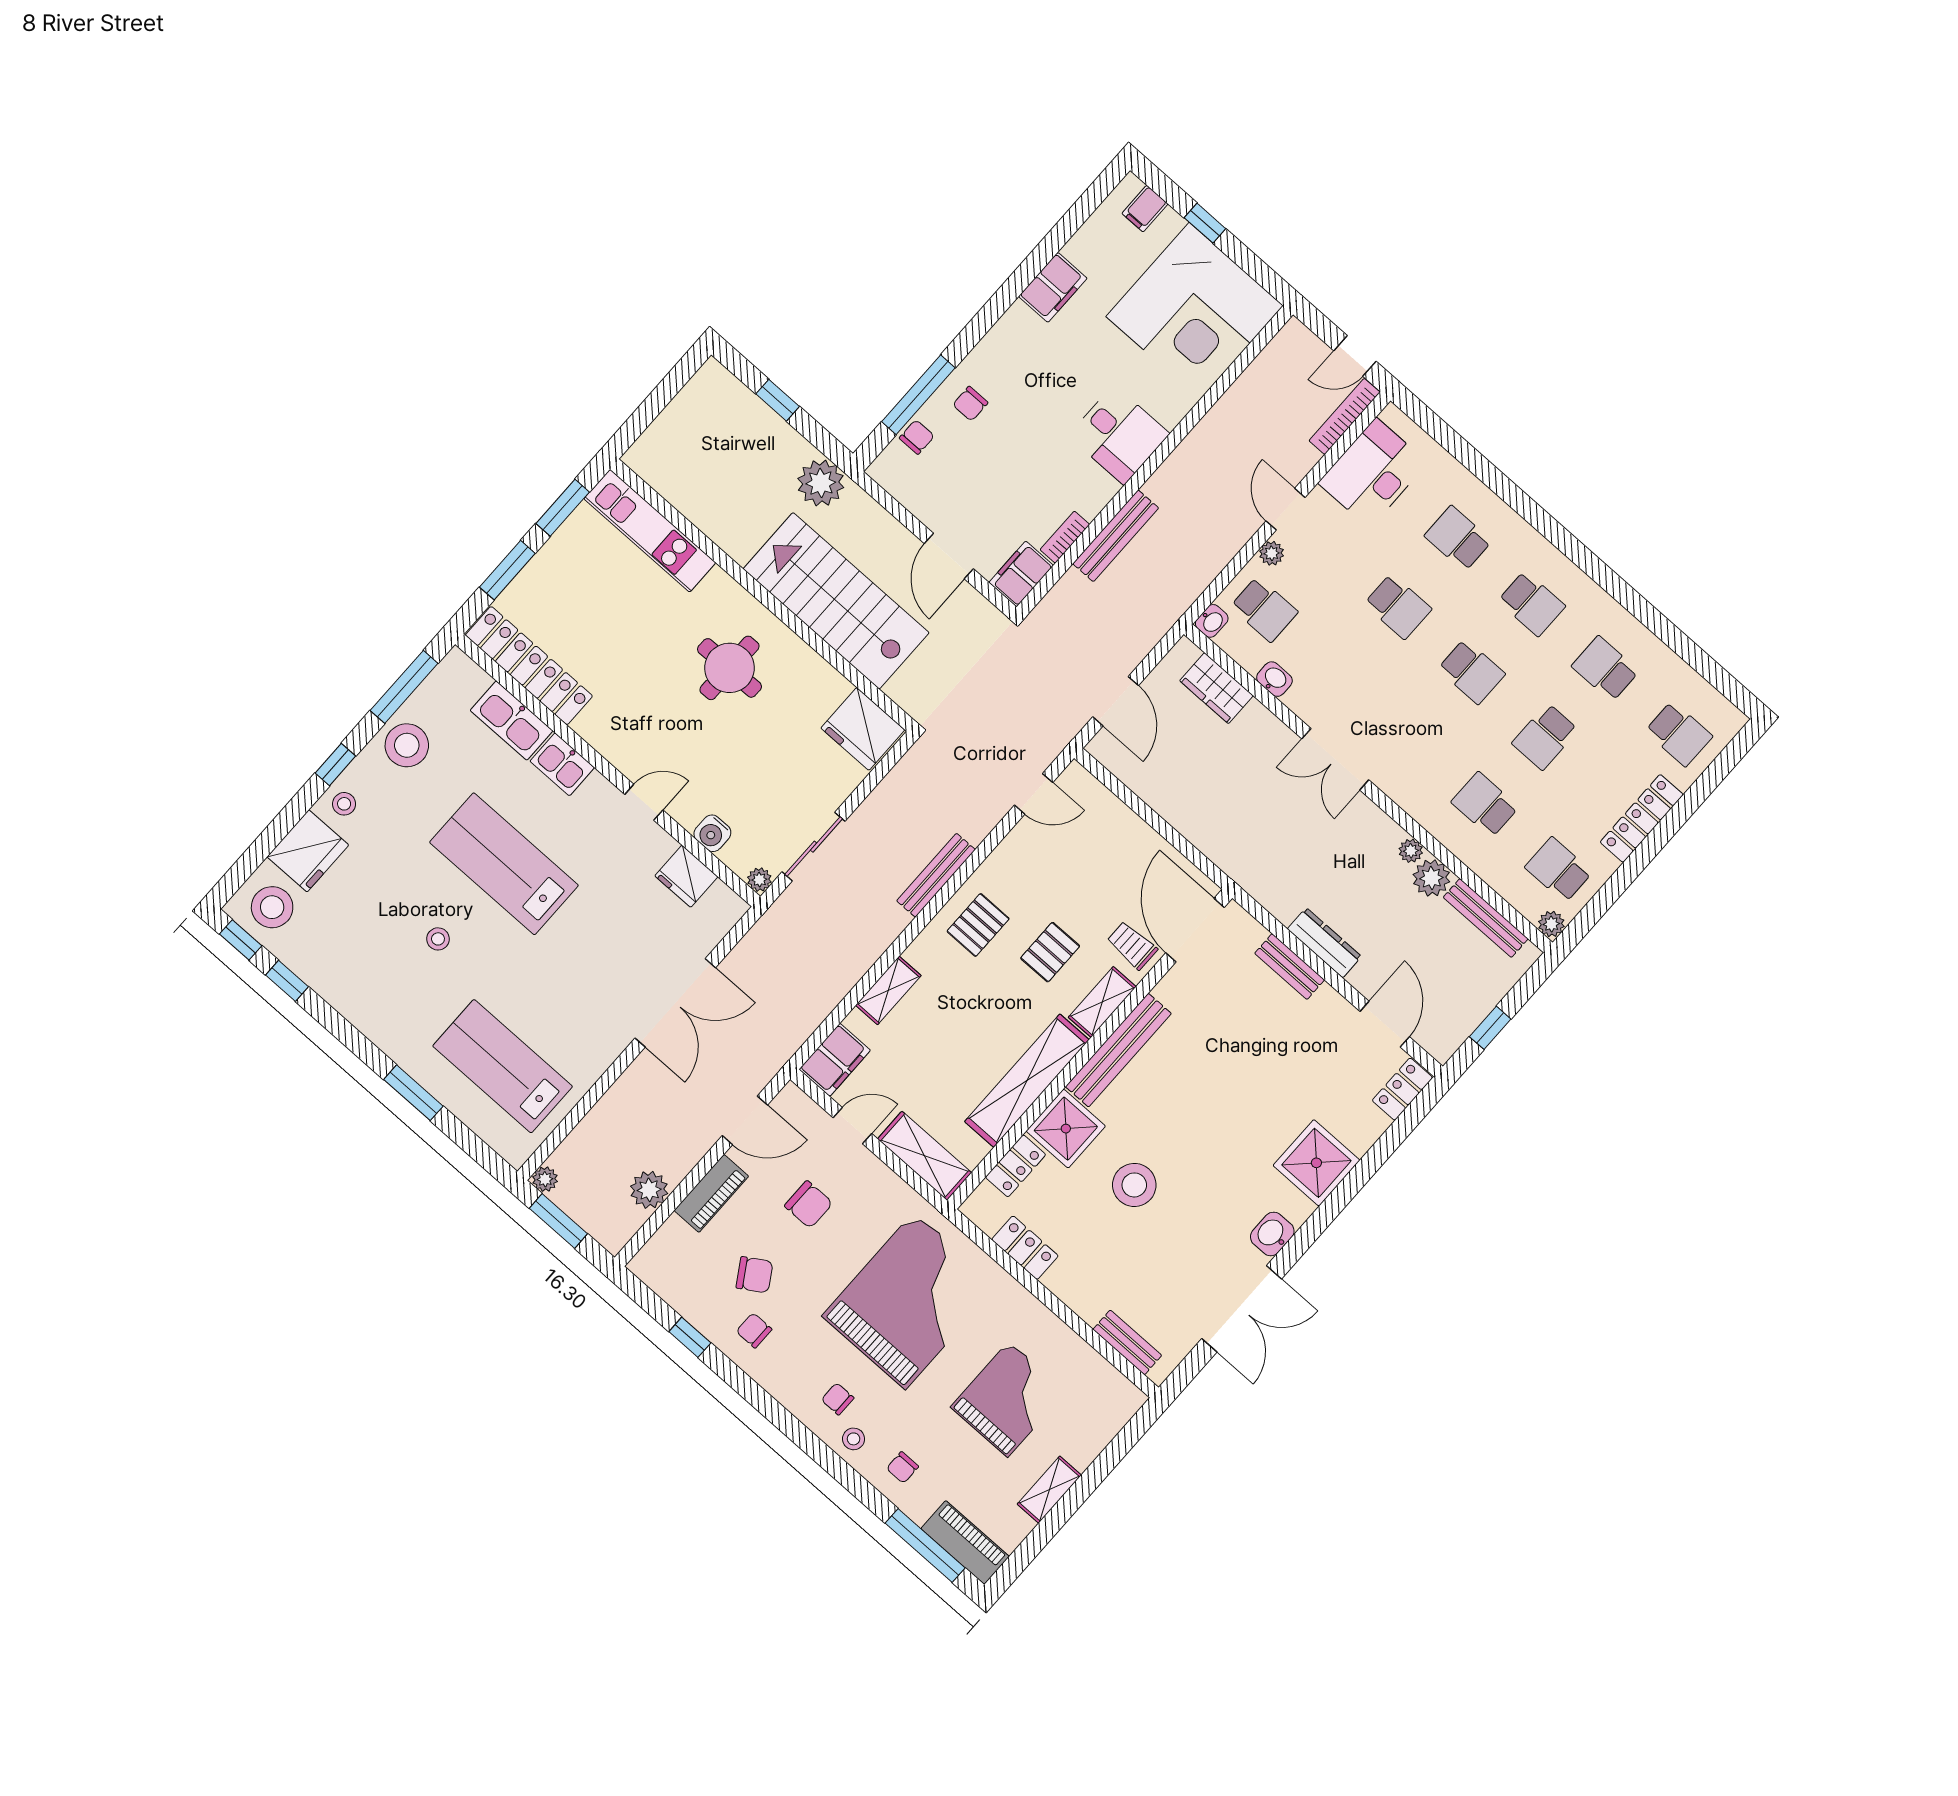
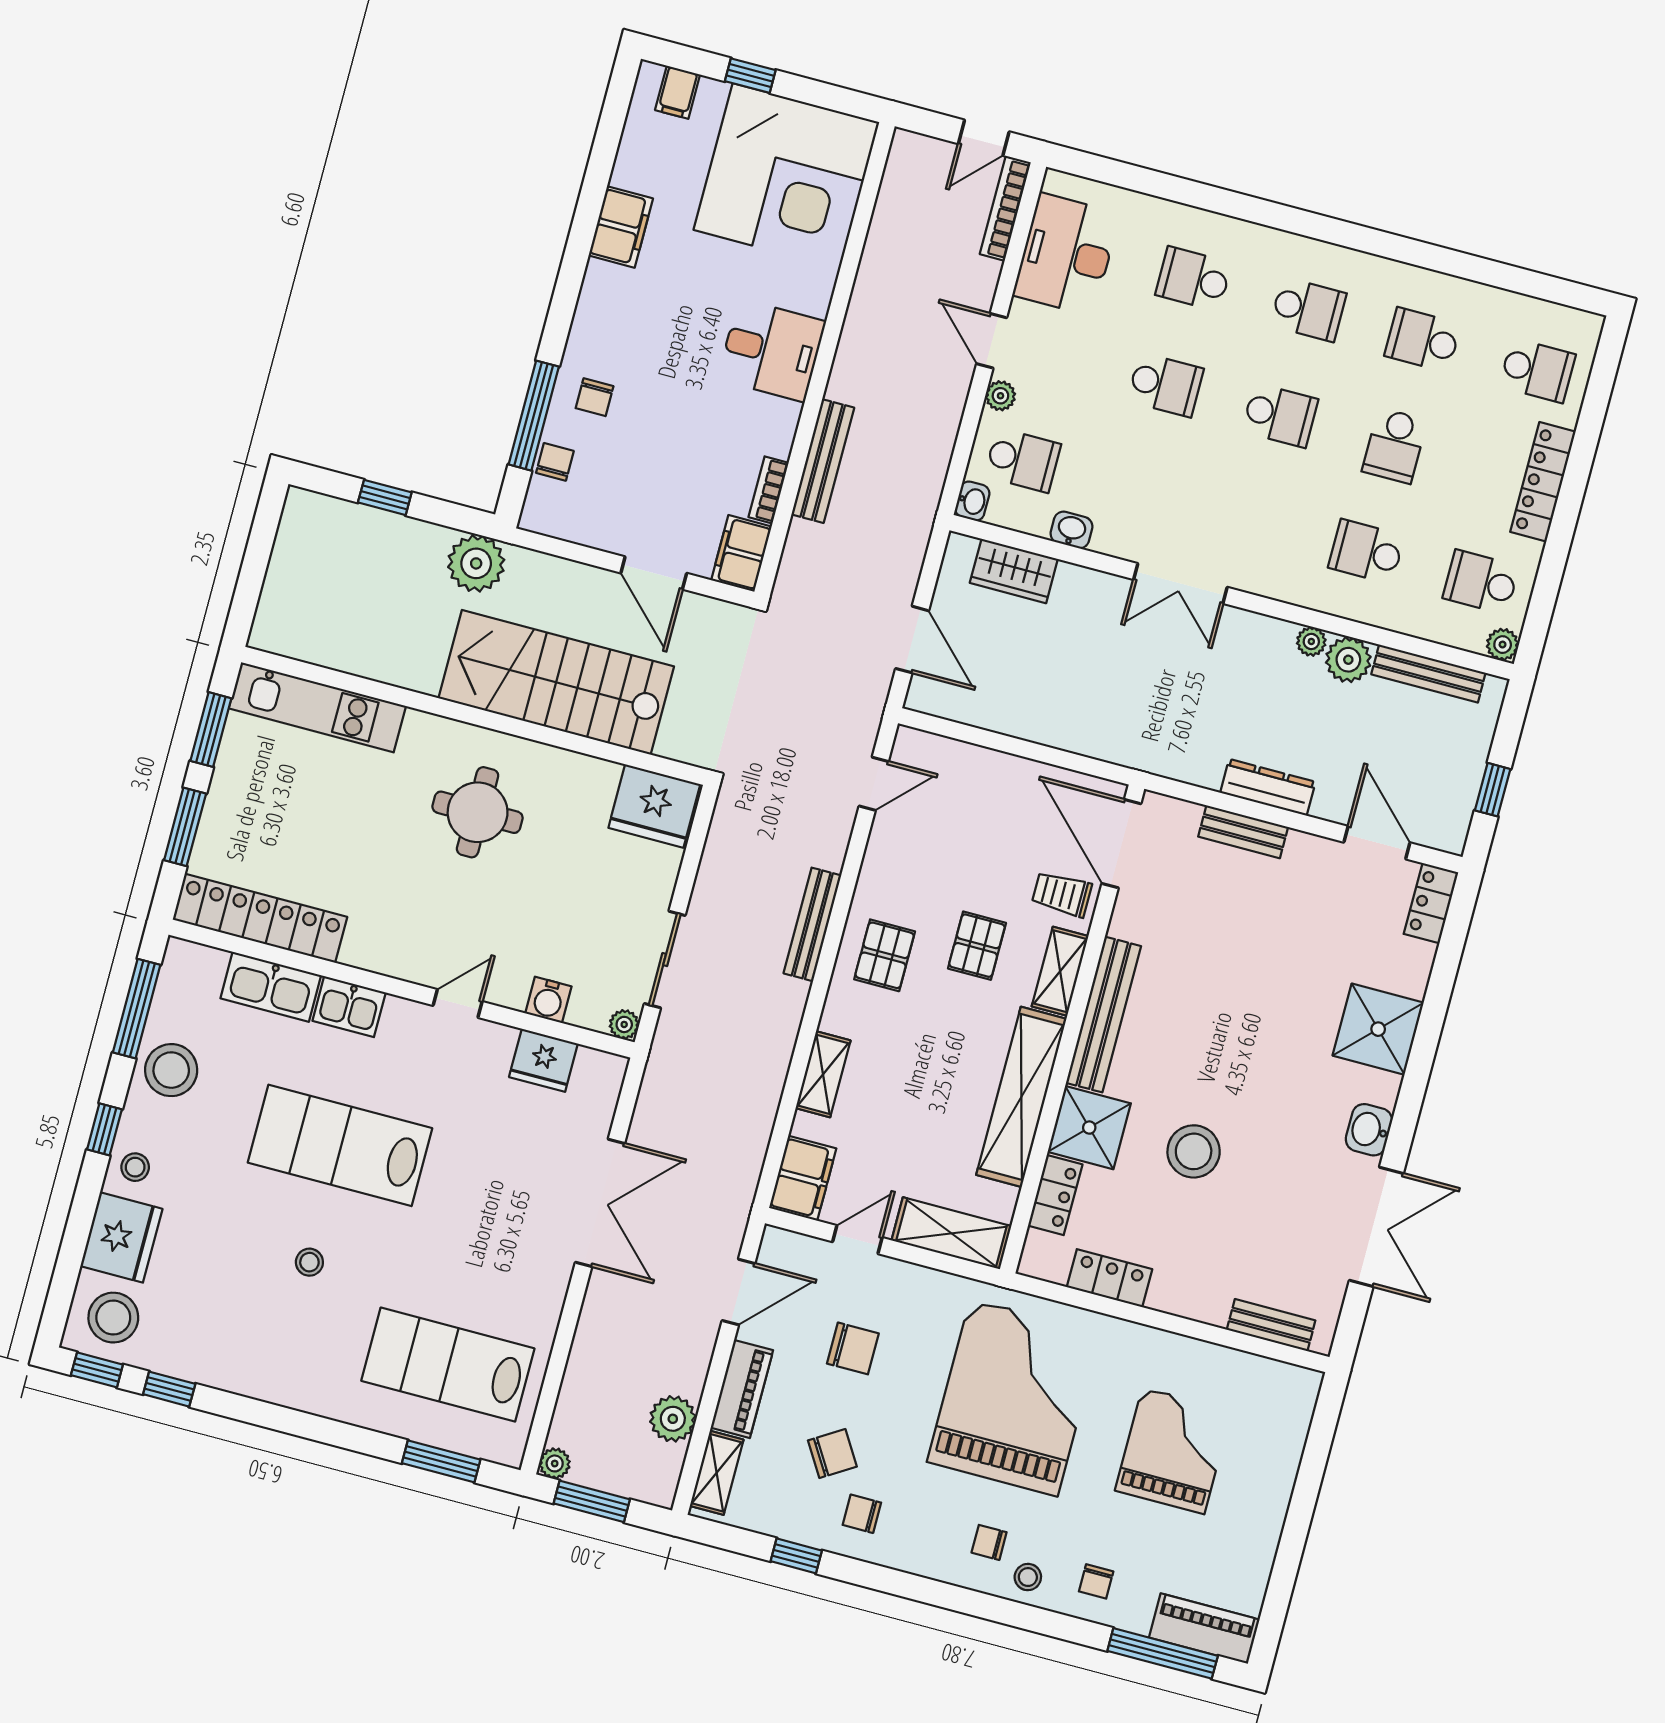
window: (413, 1093) -> (441, 1461), moved
shelving: (1049, 1490) -> (717, 1473), moved

